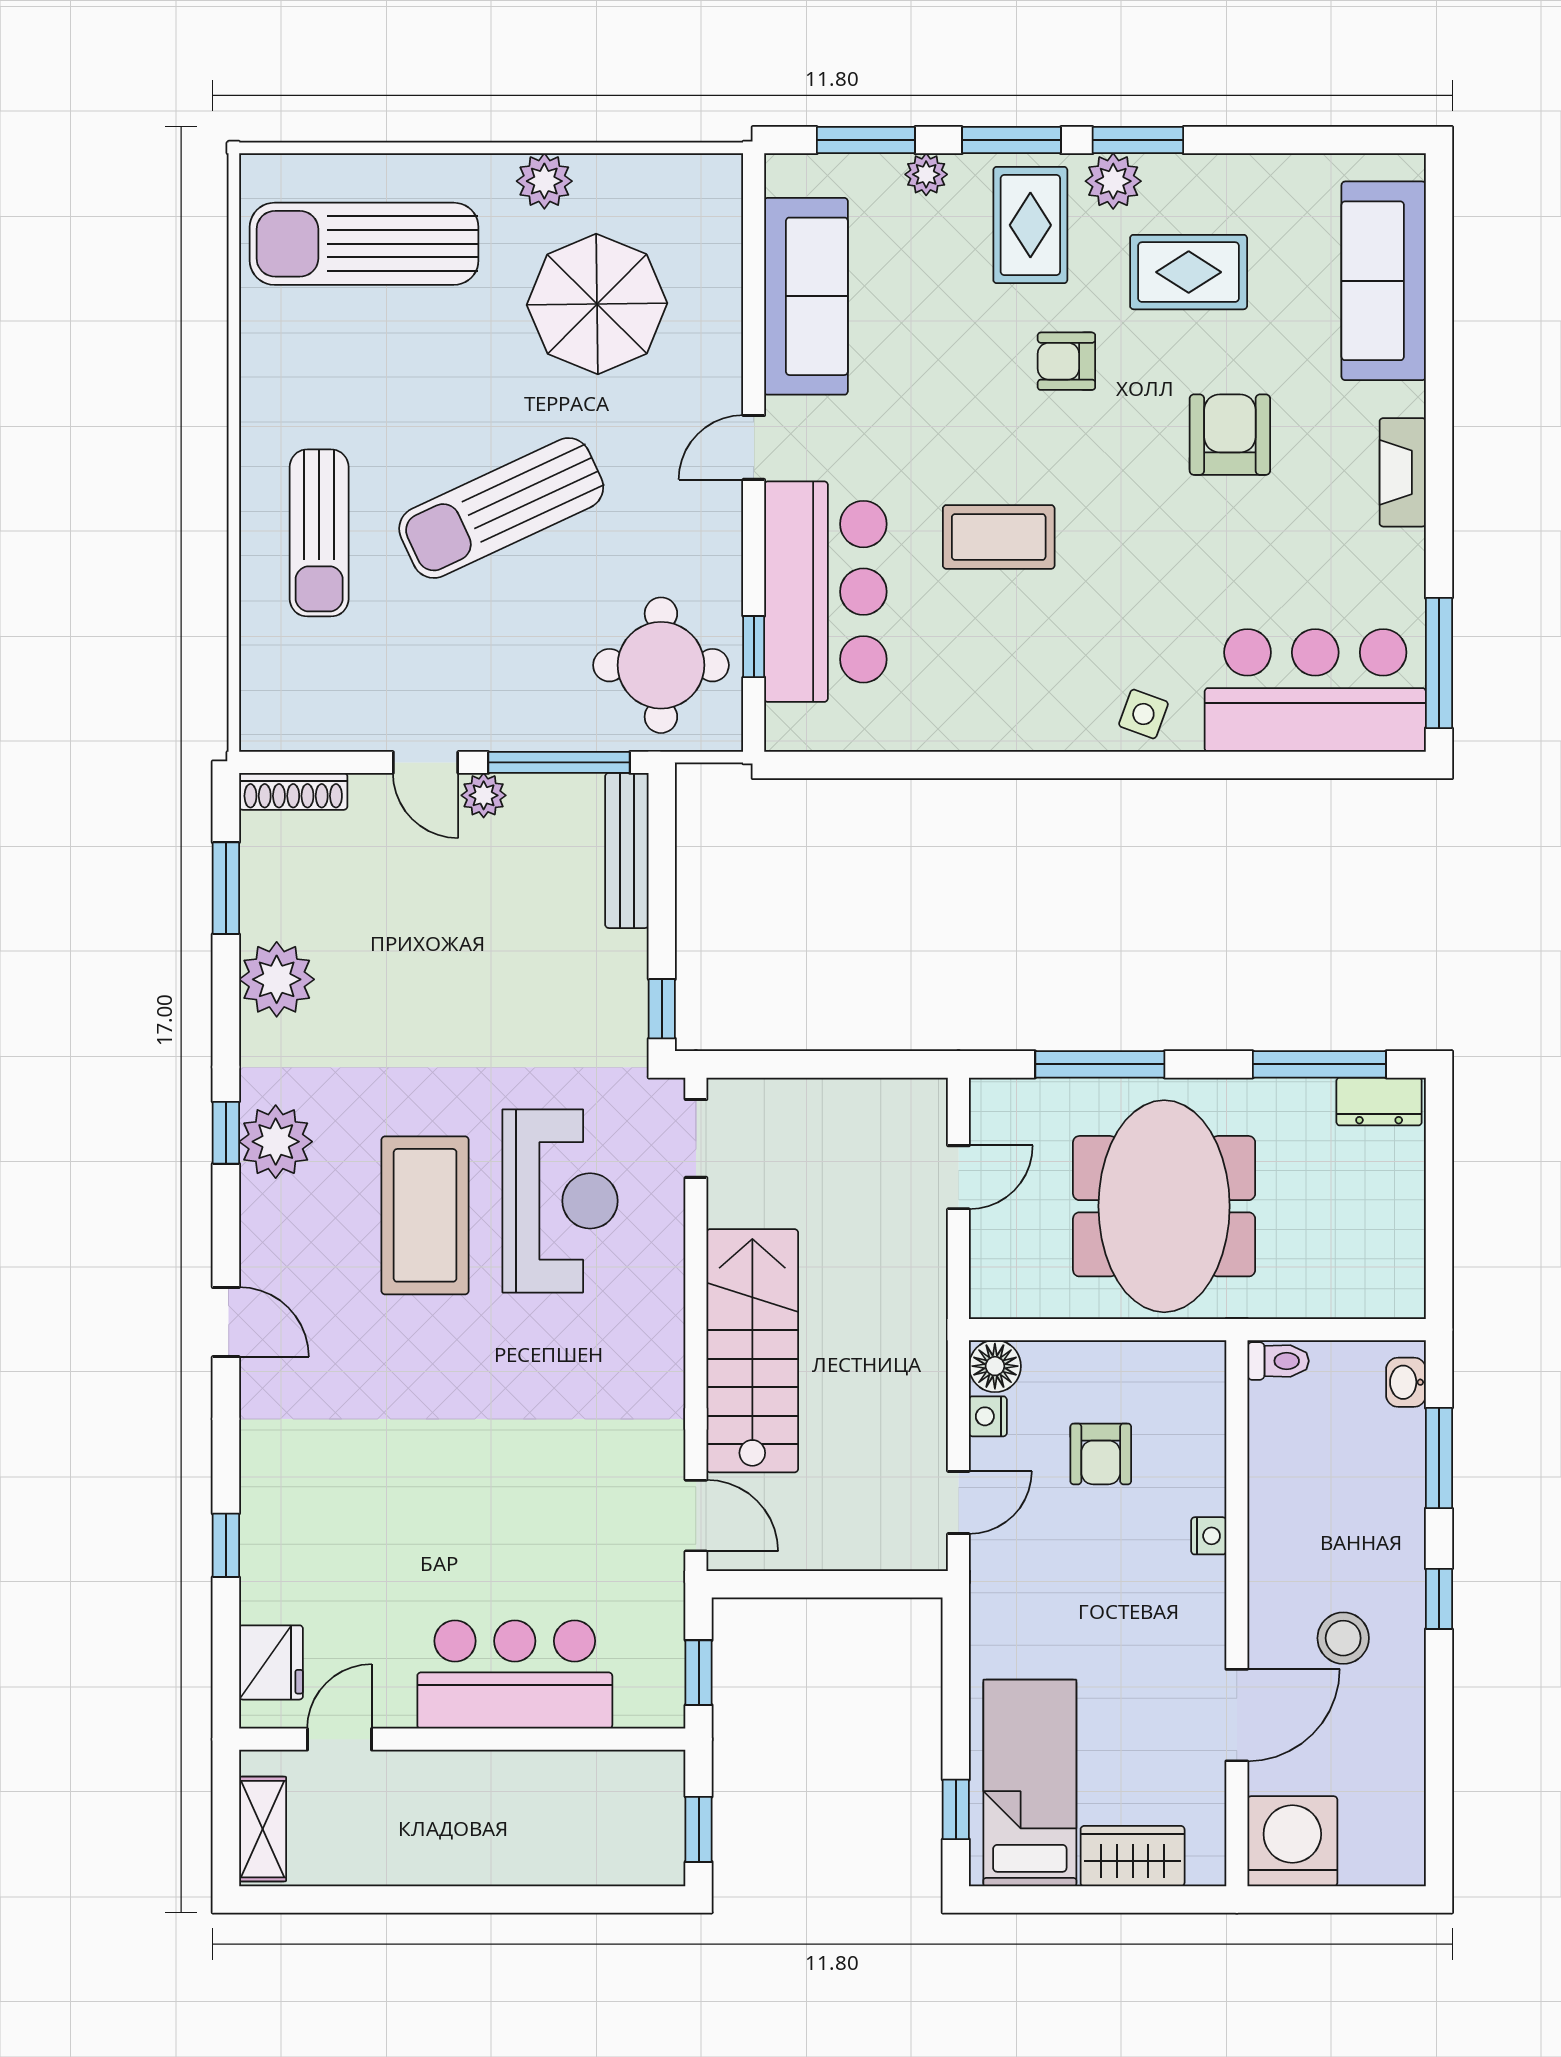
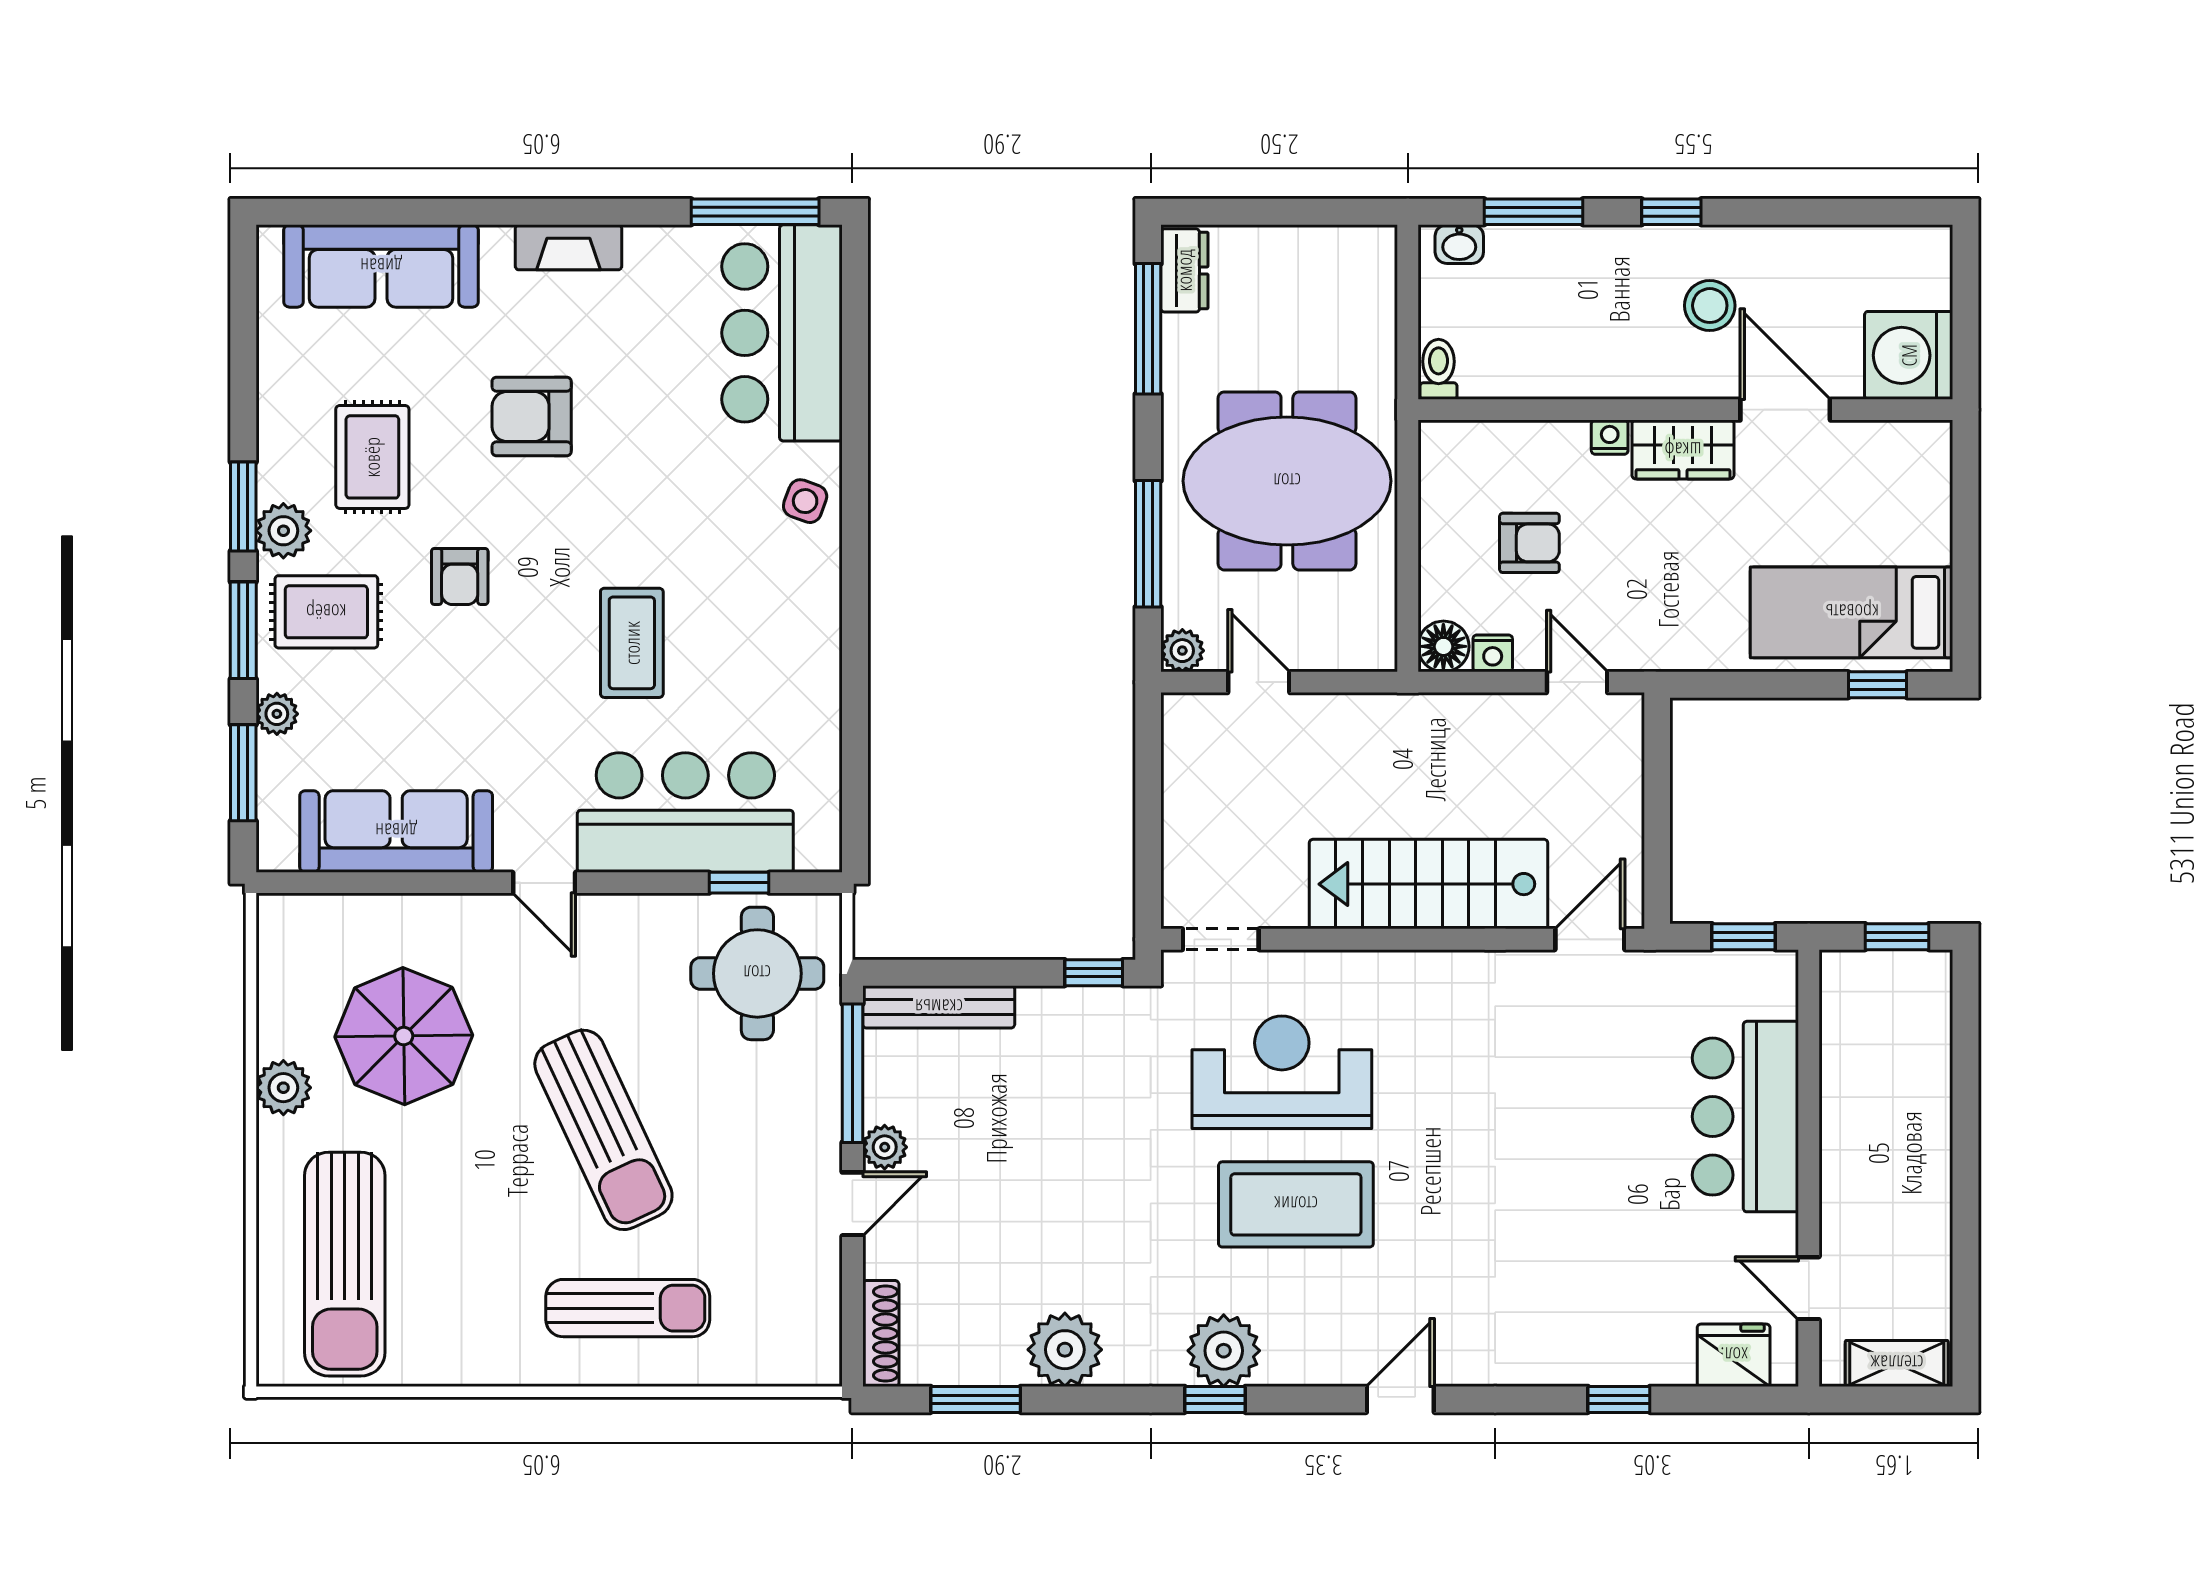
plant: (991, 1099) -> (1182, 651), added
wardrobe: (1133, 1856) -> (1683, 450), moved, turned -90

